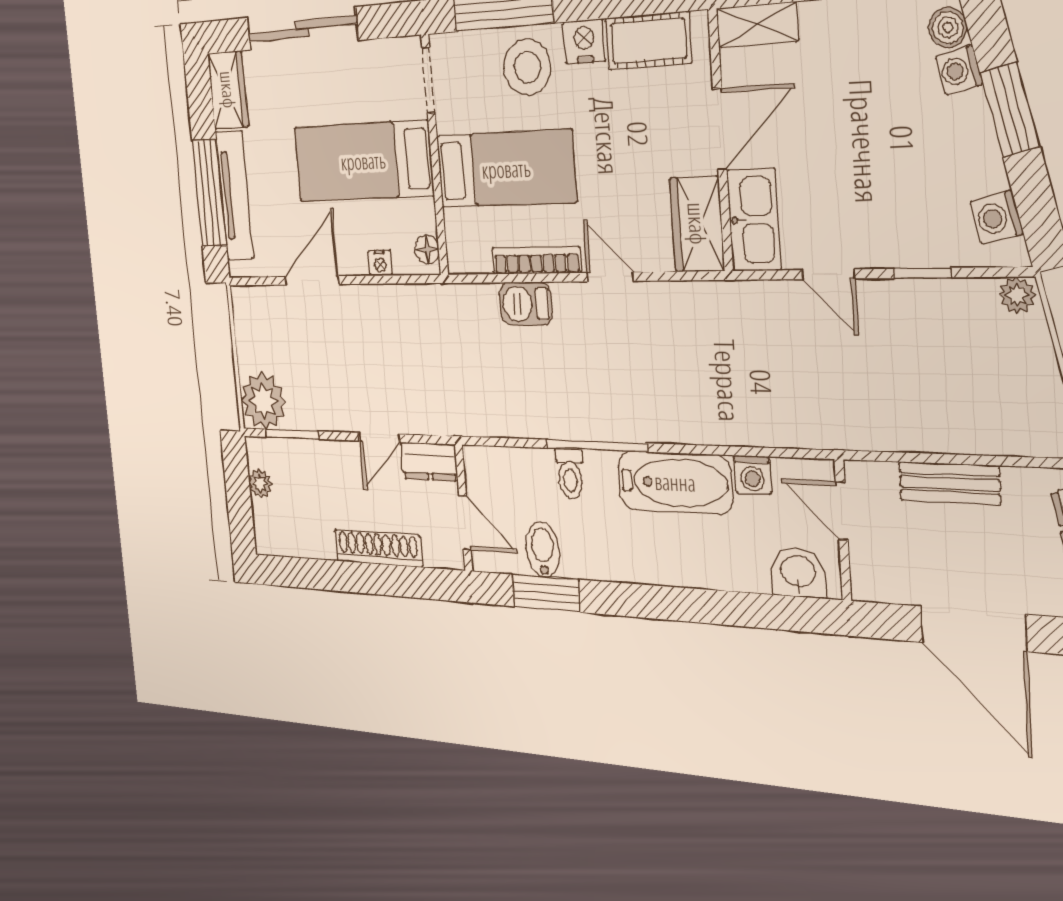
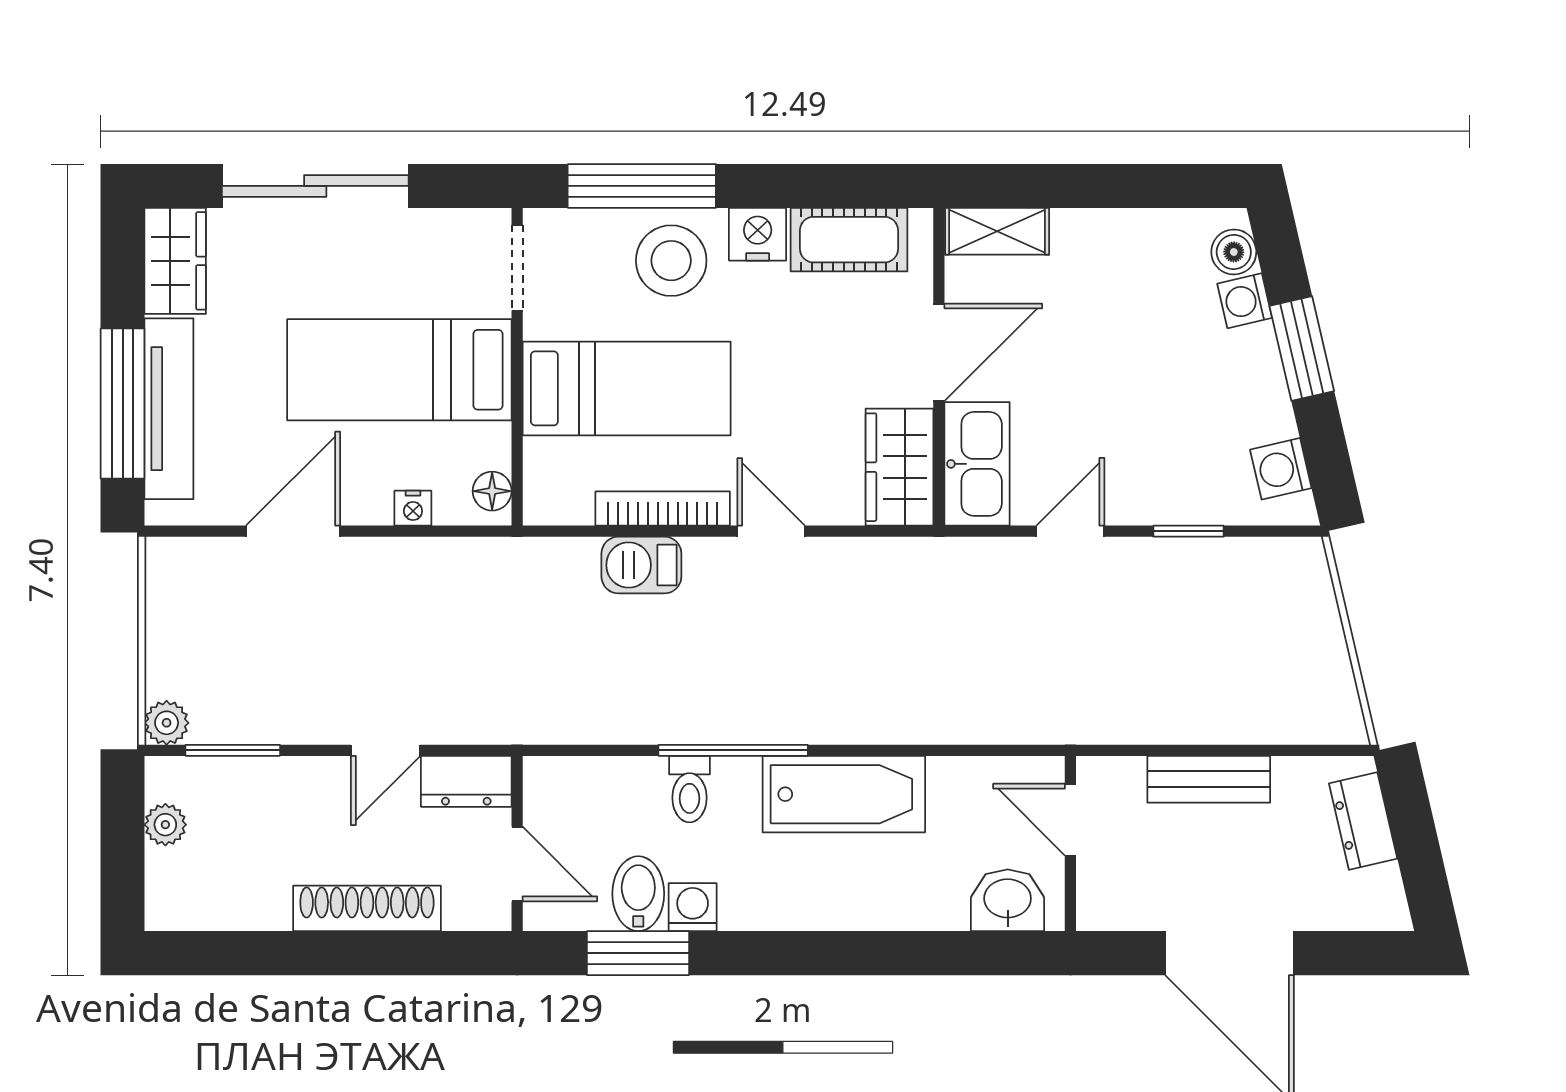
door: (828, 274) -> (1070, 531), swing flipped
plant: (1017, 295) -> (1301, 558), removed
plant: (263, 401) -> (167, 723), width x0.53, depth x0.53
washing machine: (752, 475) -> (693, 907), moved, turned 180

